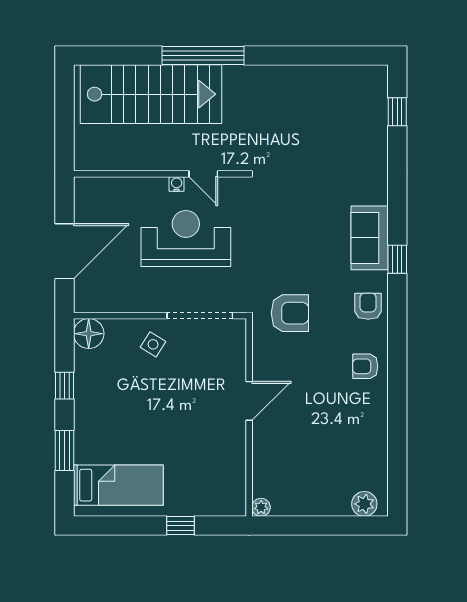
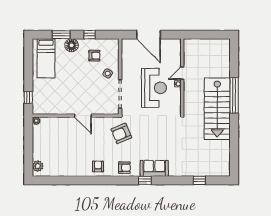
stairs: (151, 94) -> (217, 109), moved
window: (397, 112) -> (199, 180), moved
door: (203, 174) -> (182, 73), moved
armchair: (290, 313) -> (121, 133), turned 67
floor lamp: (89, 334) -> (72, 45), moved
armchair: (112, 375) -> (94, 56), added
window: (181, 526) -> (28, 97), moved

